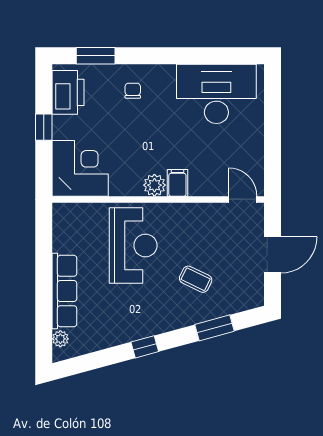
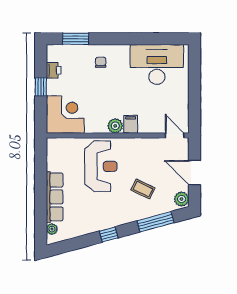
printer: (68, 92) -> (54, 70), width x0.53, depth x0.68
door: (272, 255) -> (195, 173), swing flipped
plant: (253, 294) -> (182, 199), added
window: (214, 328) -> (156, 222), width x1.44

